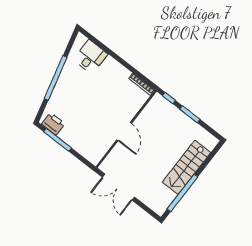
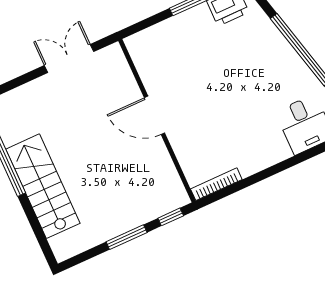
double door: (118, 187) -> (69, 59), width x0.73

